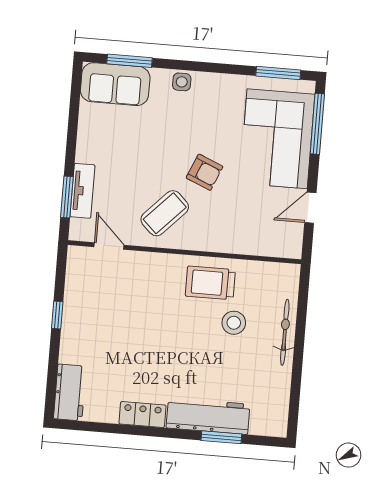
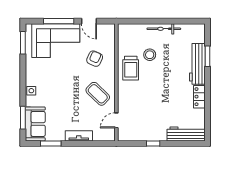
window: (317, 124) -> (59, 21), moved
armchair: (205, 172) -> (95, 59), moved
tv unit: (82, 191) -> (79, 136), moved
window: (67, 197) -> (51, 143), moved
bicycle: (285, 332) -> (164, 29), moved
workbench: (70, 392) -> (186, 134), width x1.37

